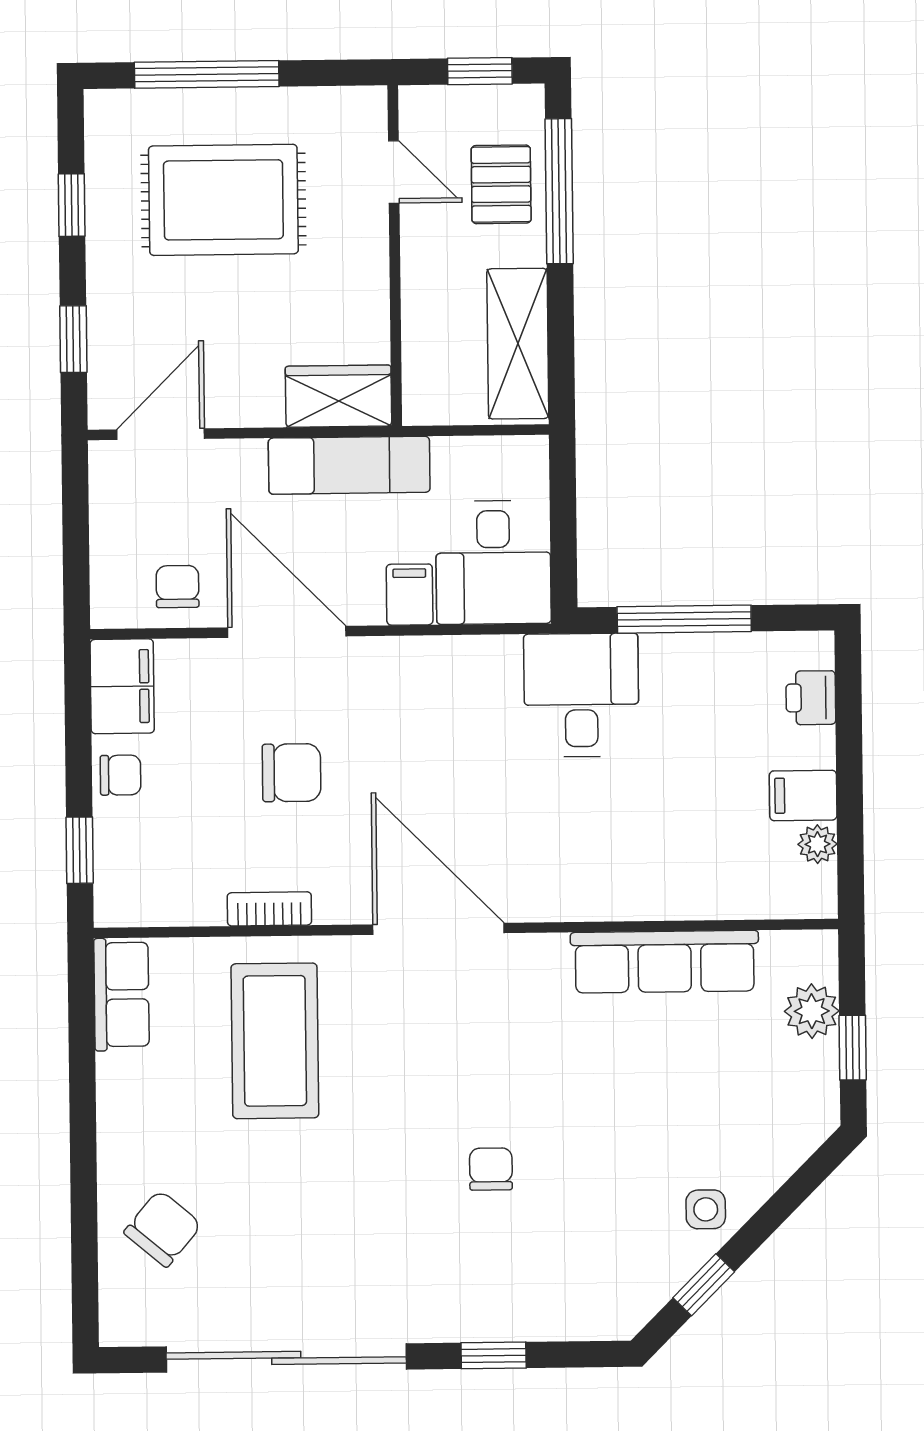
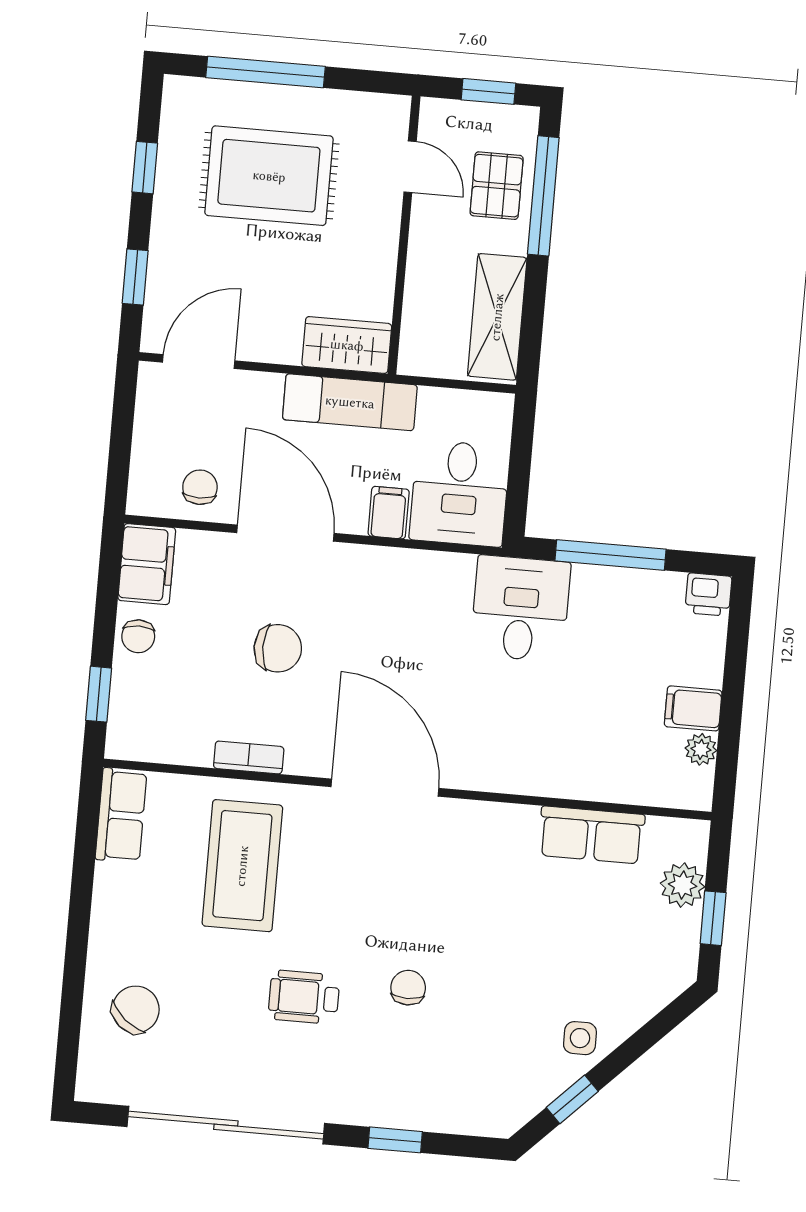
printer: (811, 698) -> (708, 595), moved, turned -90
chair: (121, 775) -> (138, 636), turned 90
row of seats: (665, 962) -> (591, 835), width x0.68
wheelchair: (366, 1193) -> (304, 997), added

